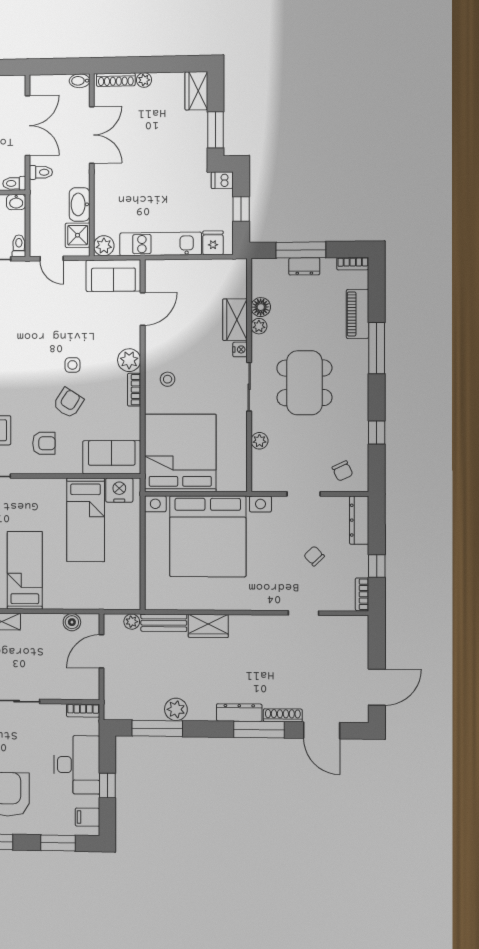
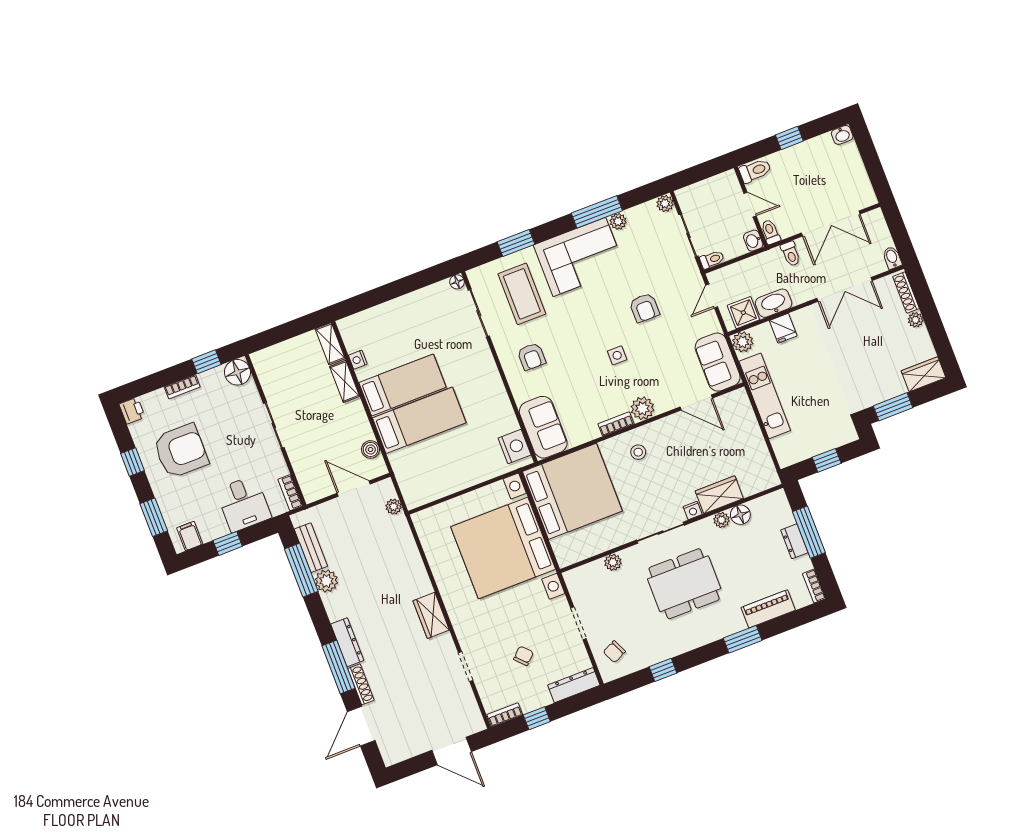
dishwasher: (222, 180) -> (847, 432), removed
fridge: (213, 243) -> (783, 328), moved, turned 90
window: (377, 348) -> (743, 639), width x0.69
armchair: (68, 403) -> (644, 308), moved, turned 57
bed: (86, 520) -> (419, 420), moved, turned 180
bench: (164, 623) -> (311, 548), moved
wardrobe: (208, 626) -> (431, 615), moved
door: (377, 687) -> (452, 751), moved
desk: (77, 765) -> (243, 504), width x0.73

